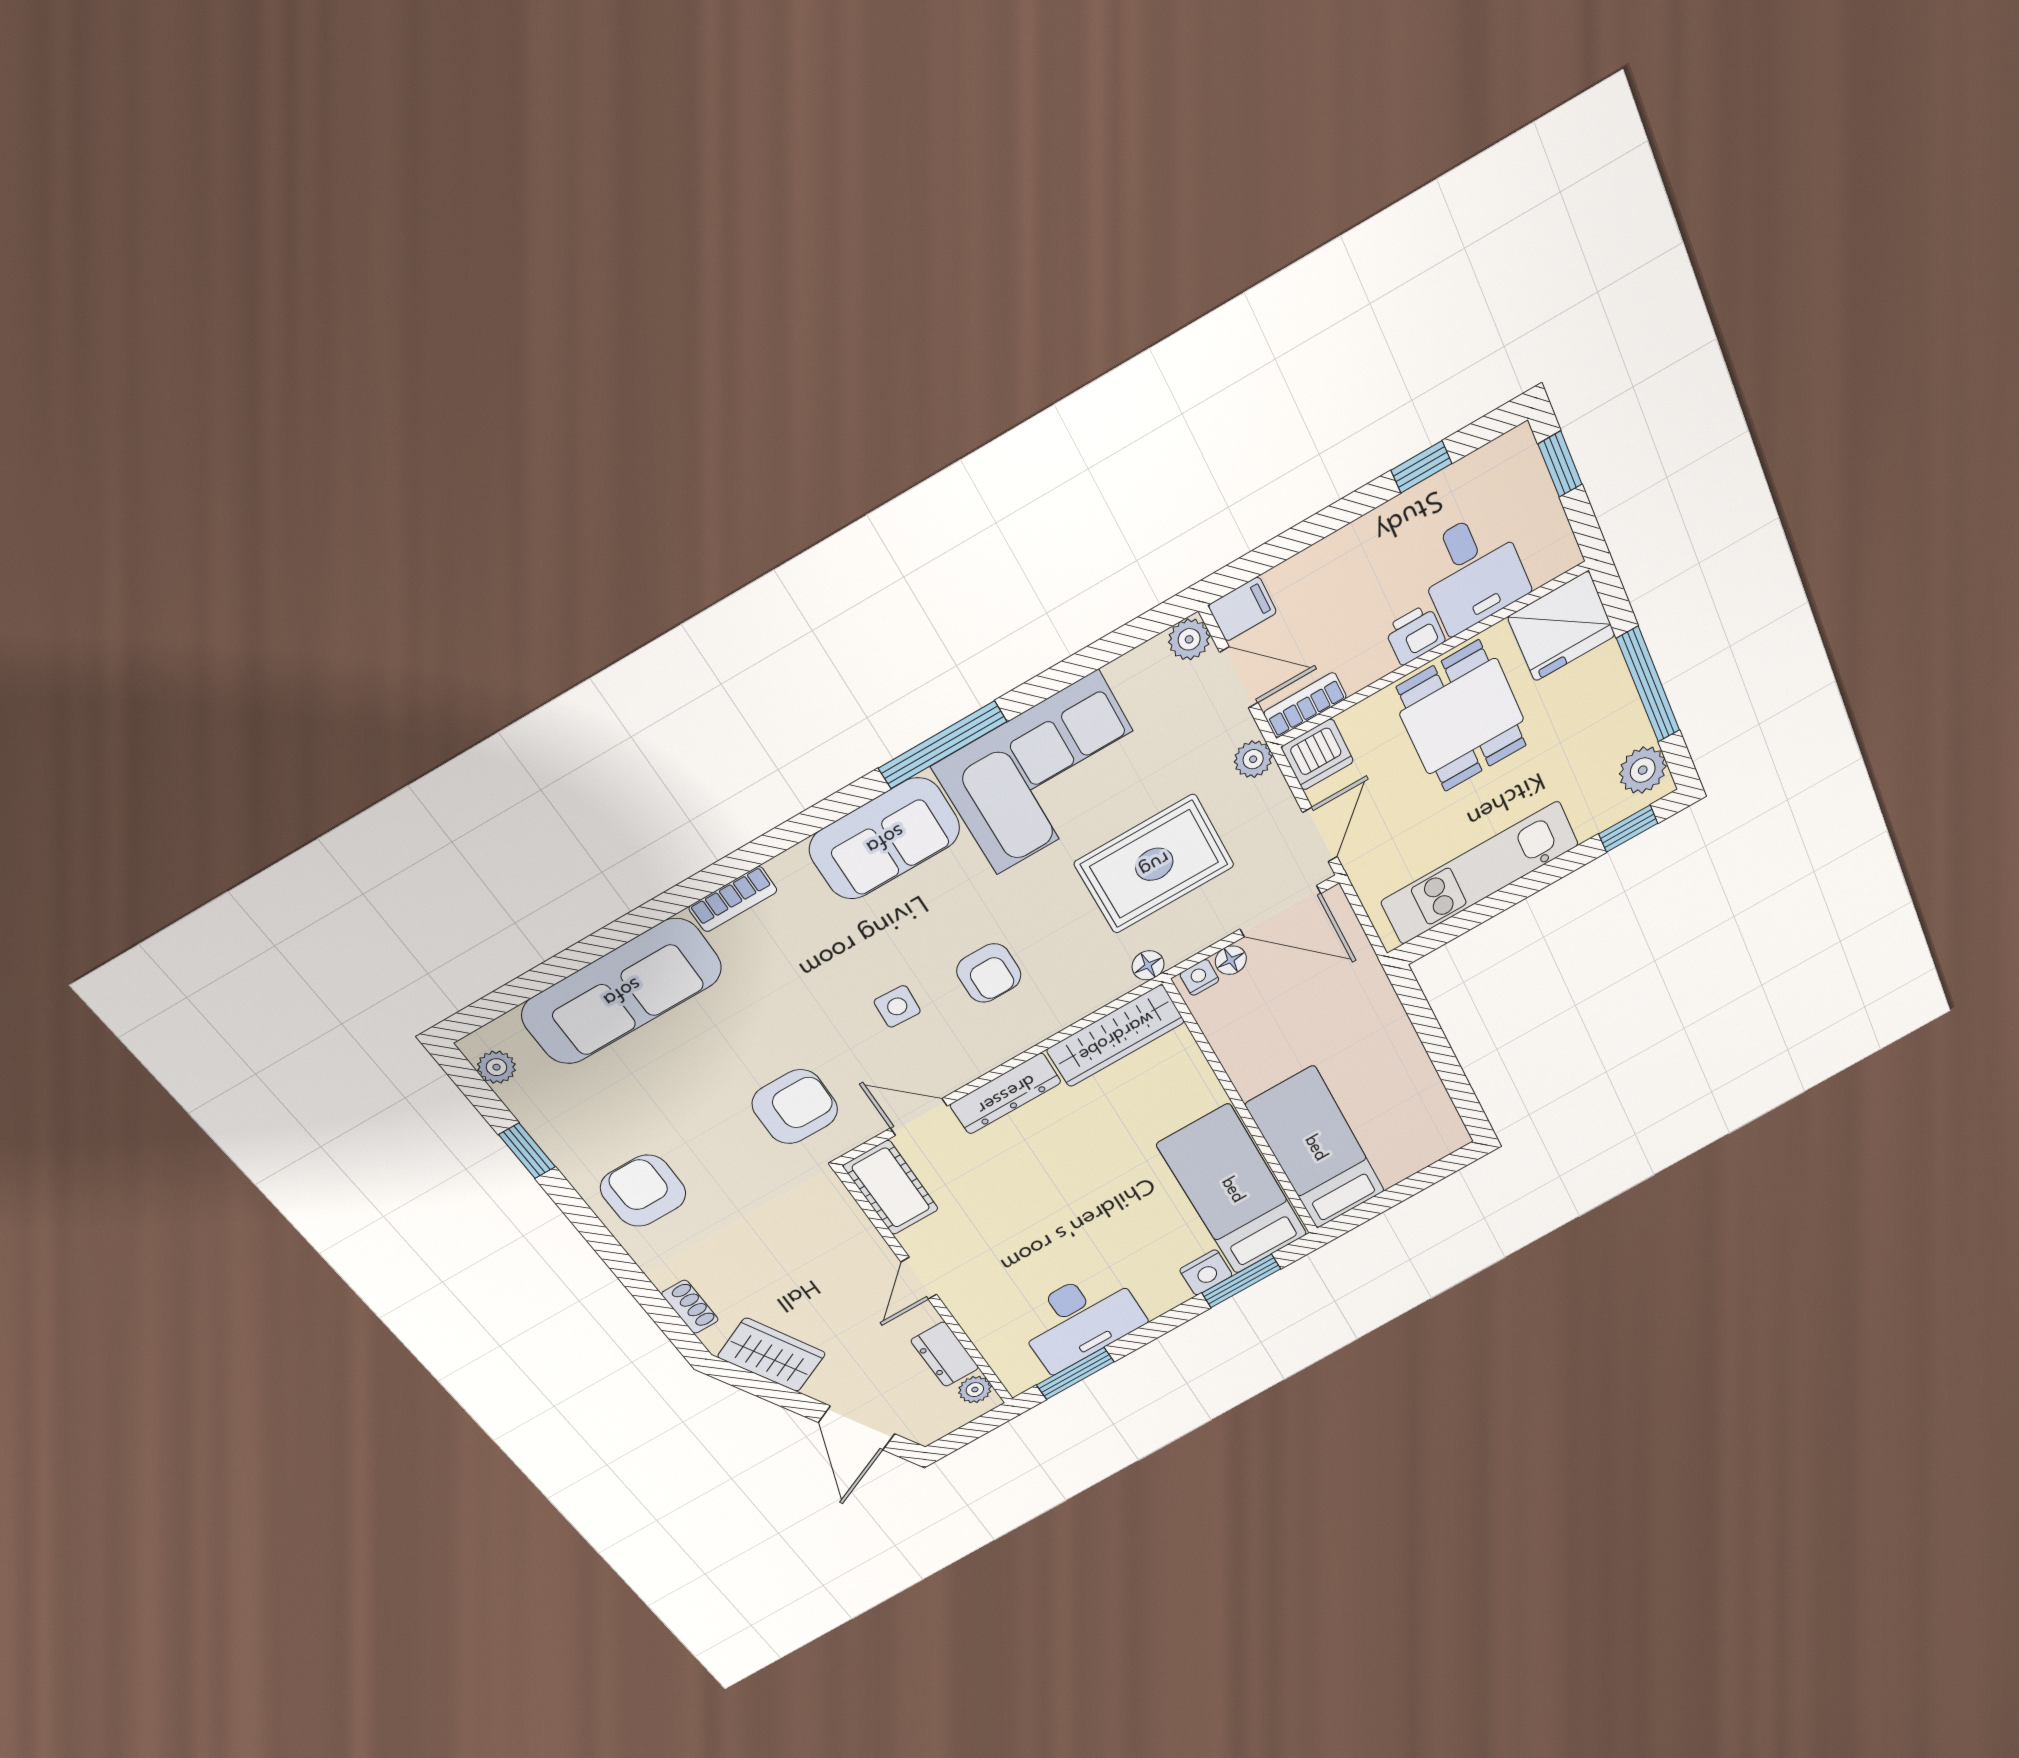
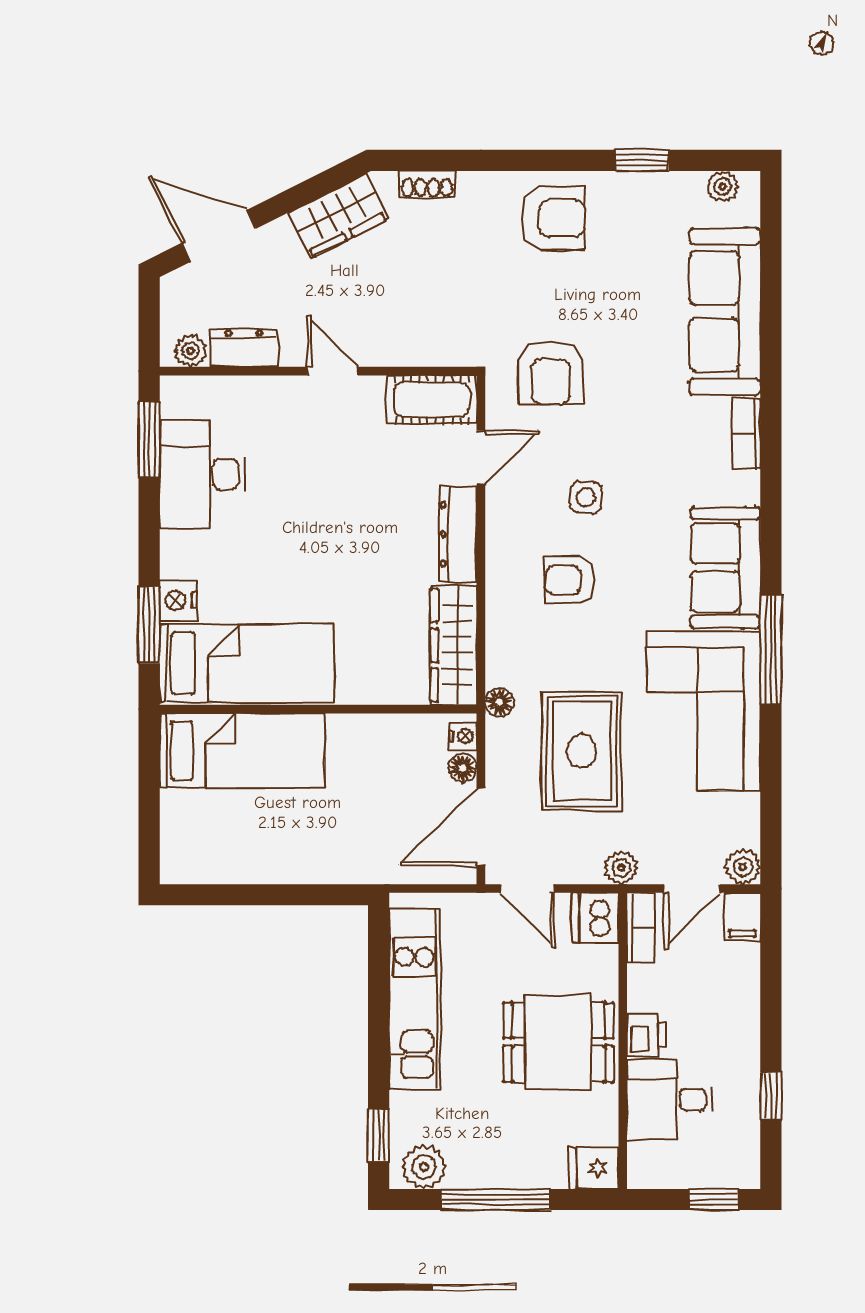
fridge: (1562, 626) -> (594, 1168), width x0.53, depth x0.75

